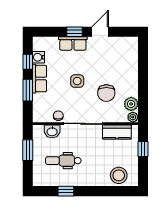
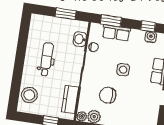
row of seats: (40, 79) -> (116, 33), moved
window: (28, 90) -> (111, 21), moved
dental chair: (63, 161) -> (46, 59), moved
window: (66, 191) -> (22, 43), removed

